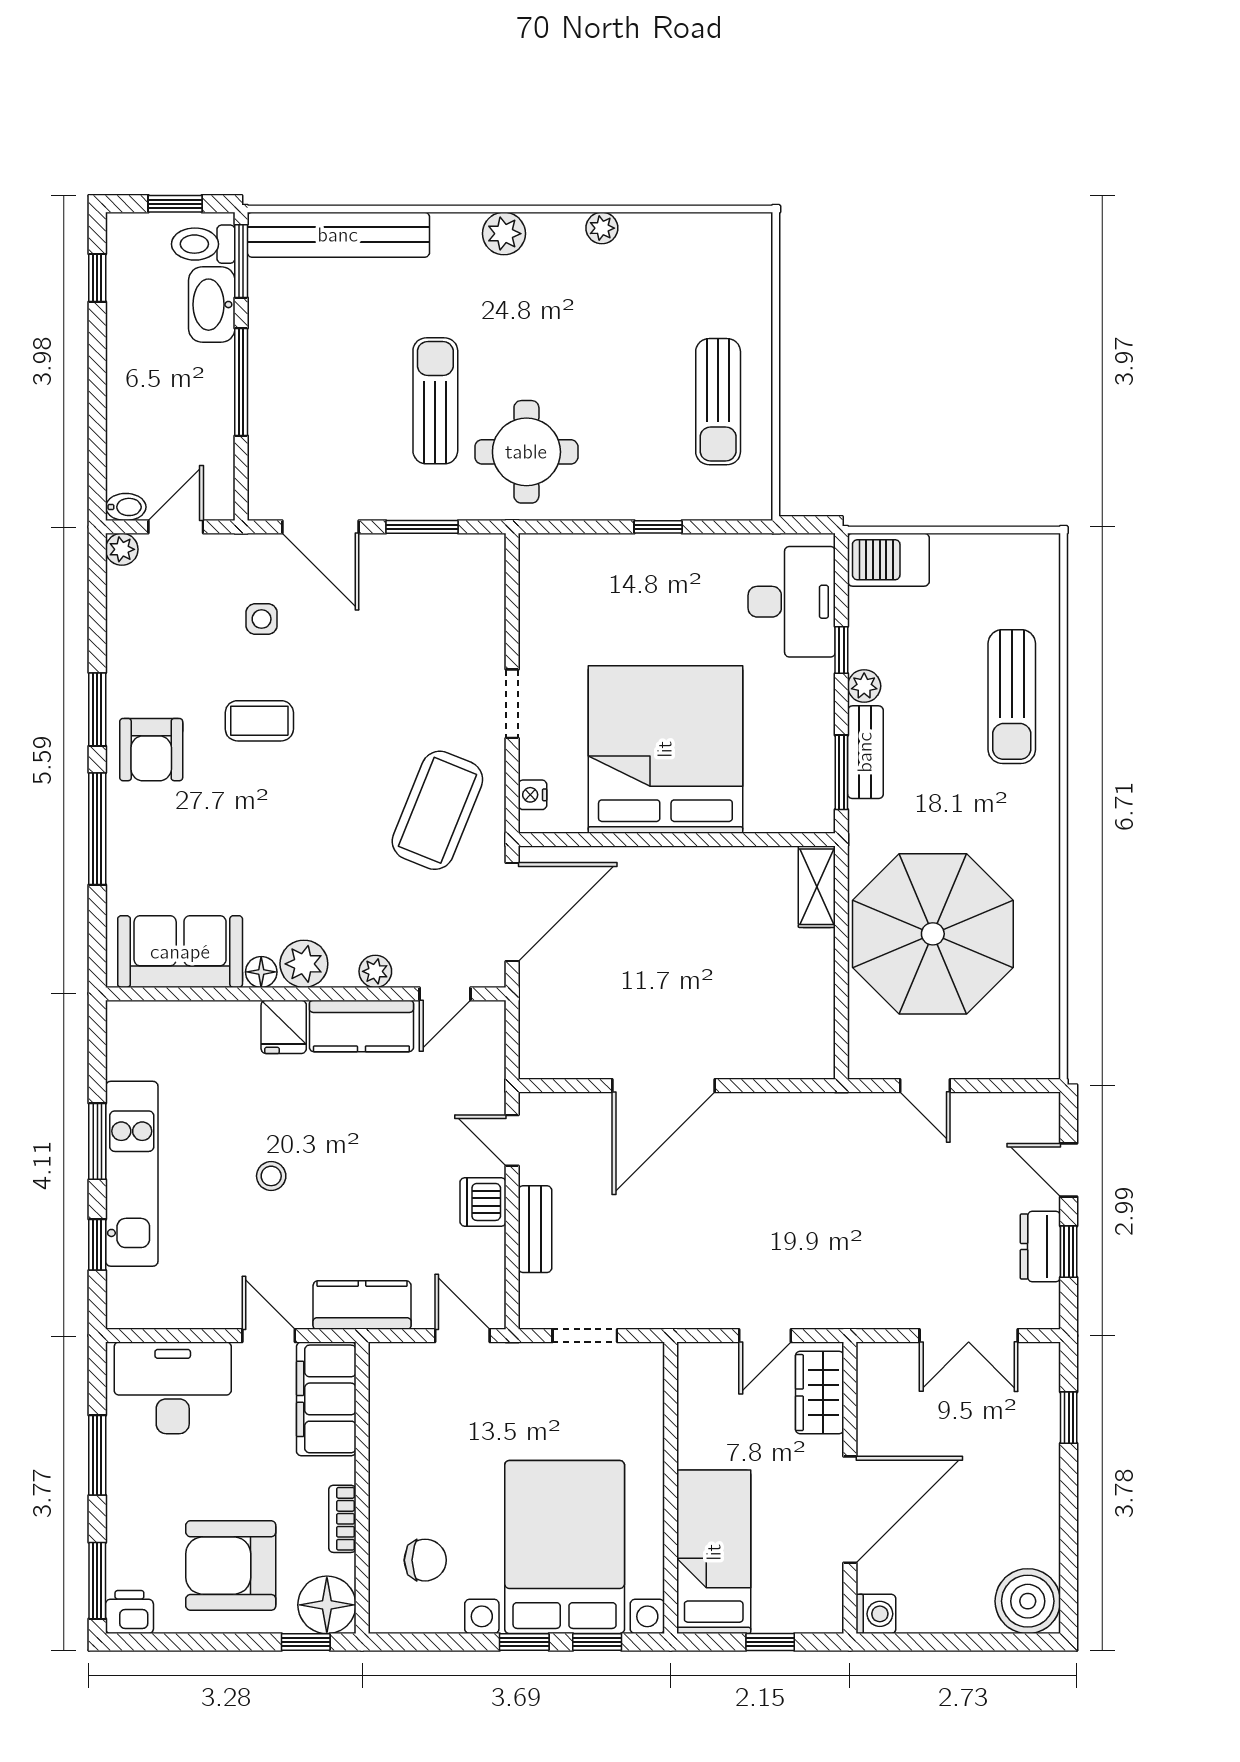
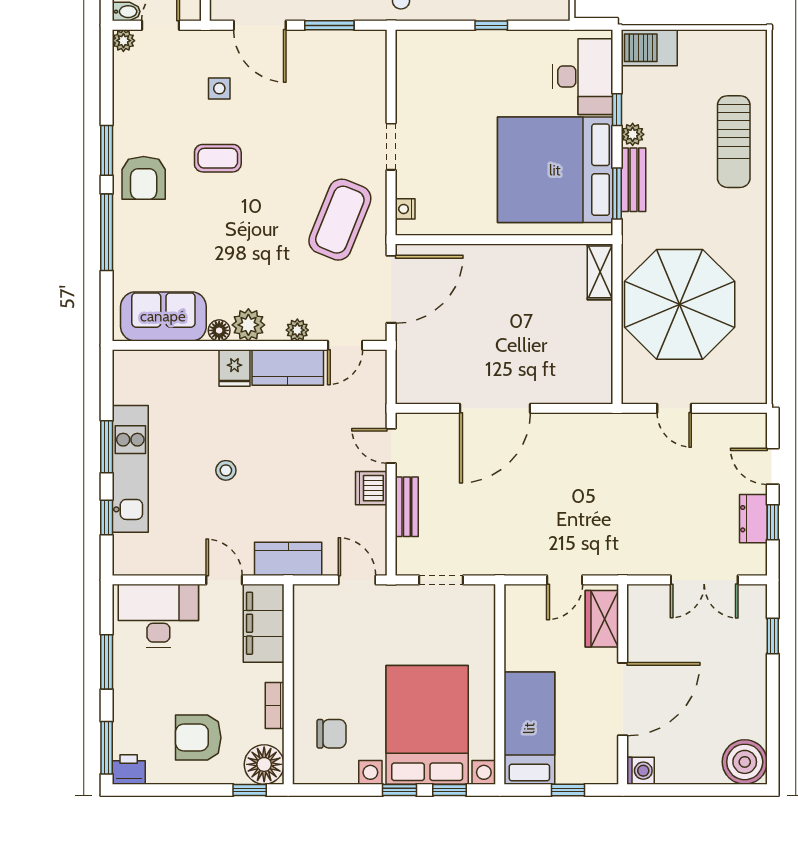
bed: (665, 749) -> (555, 170), moved, turned -90
armchair: (231, 1566) -> (198, 738), width x0.73, depth x0.73

